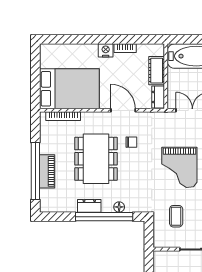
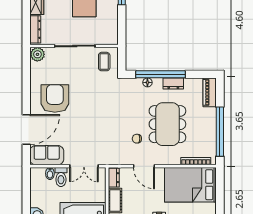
grand piano: (179, 167) -> (95, 117), removed
window: (35, 171) -> (220, 132), moved
piano: (47, 171) -> (210, 92), moved
coffee table: (176, 216) -> (104, 62), moved

